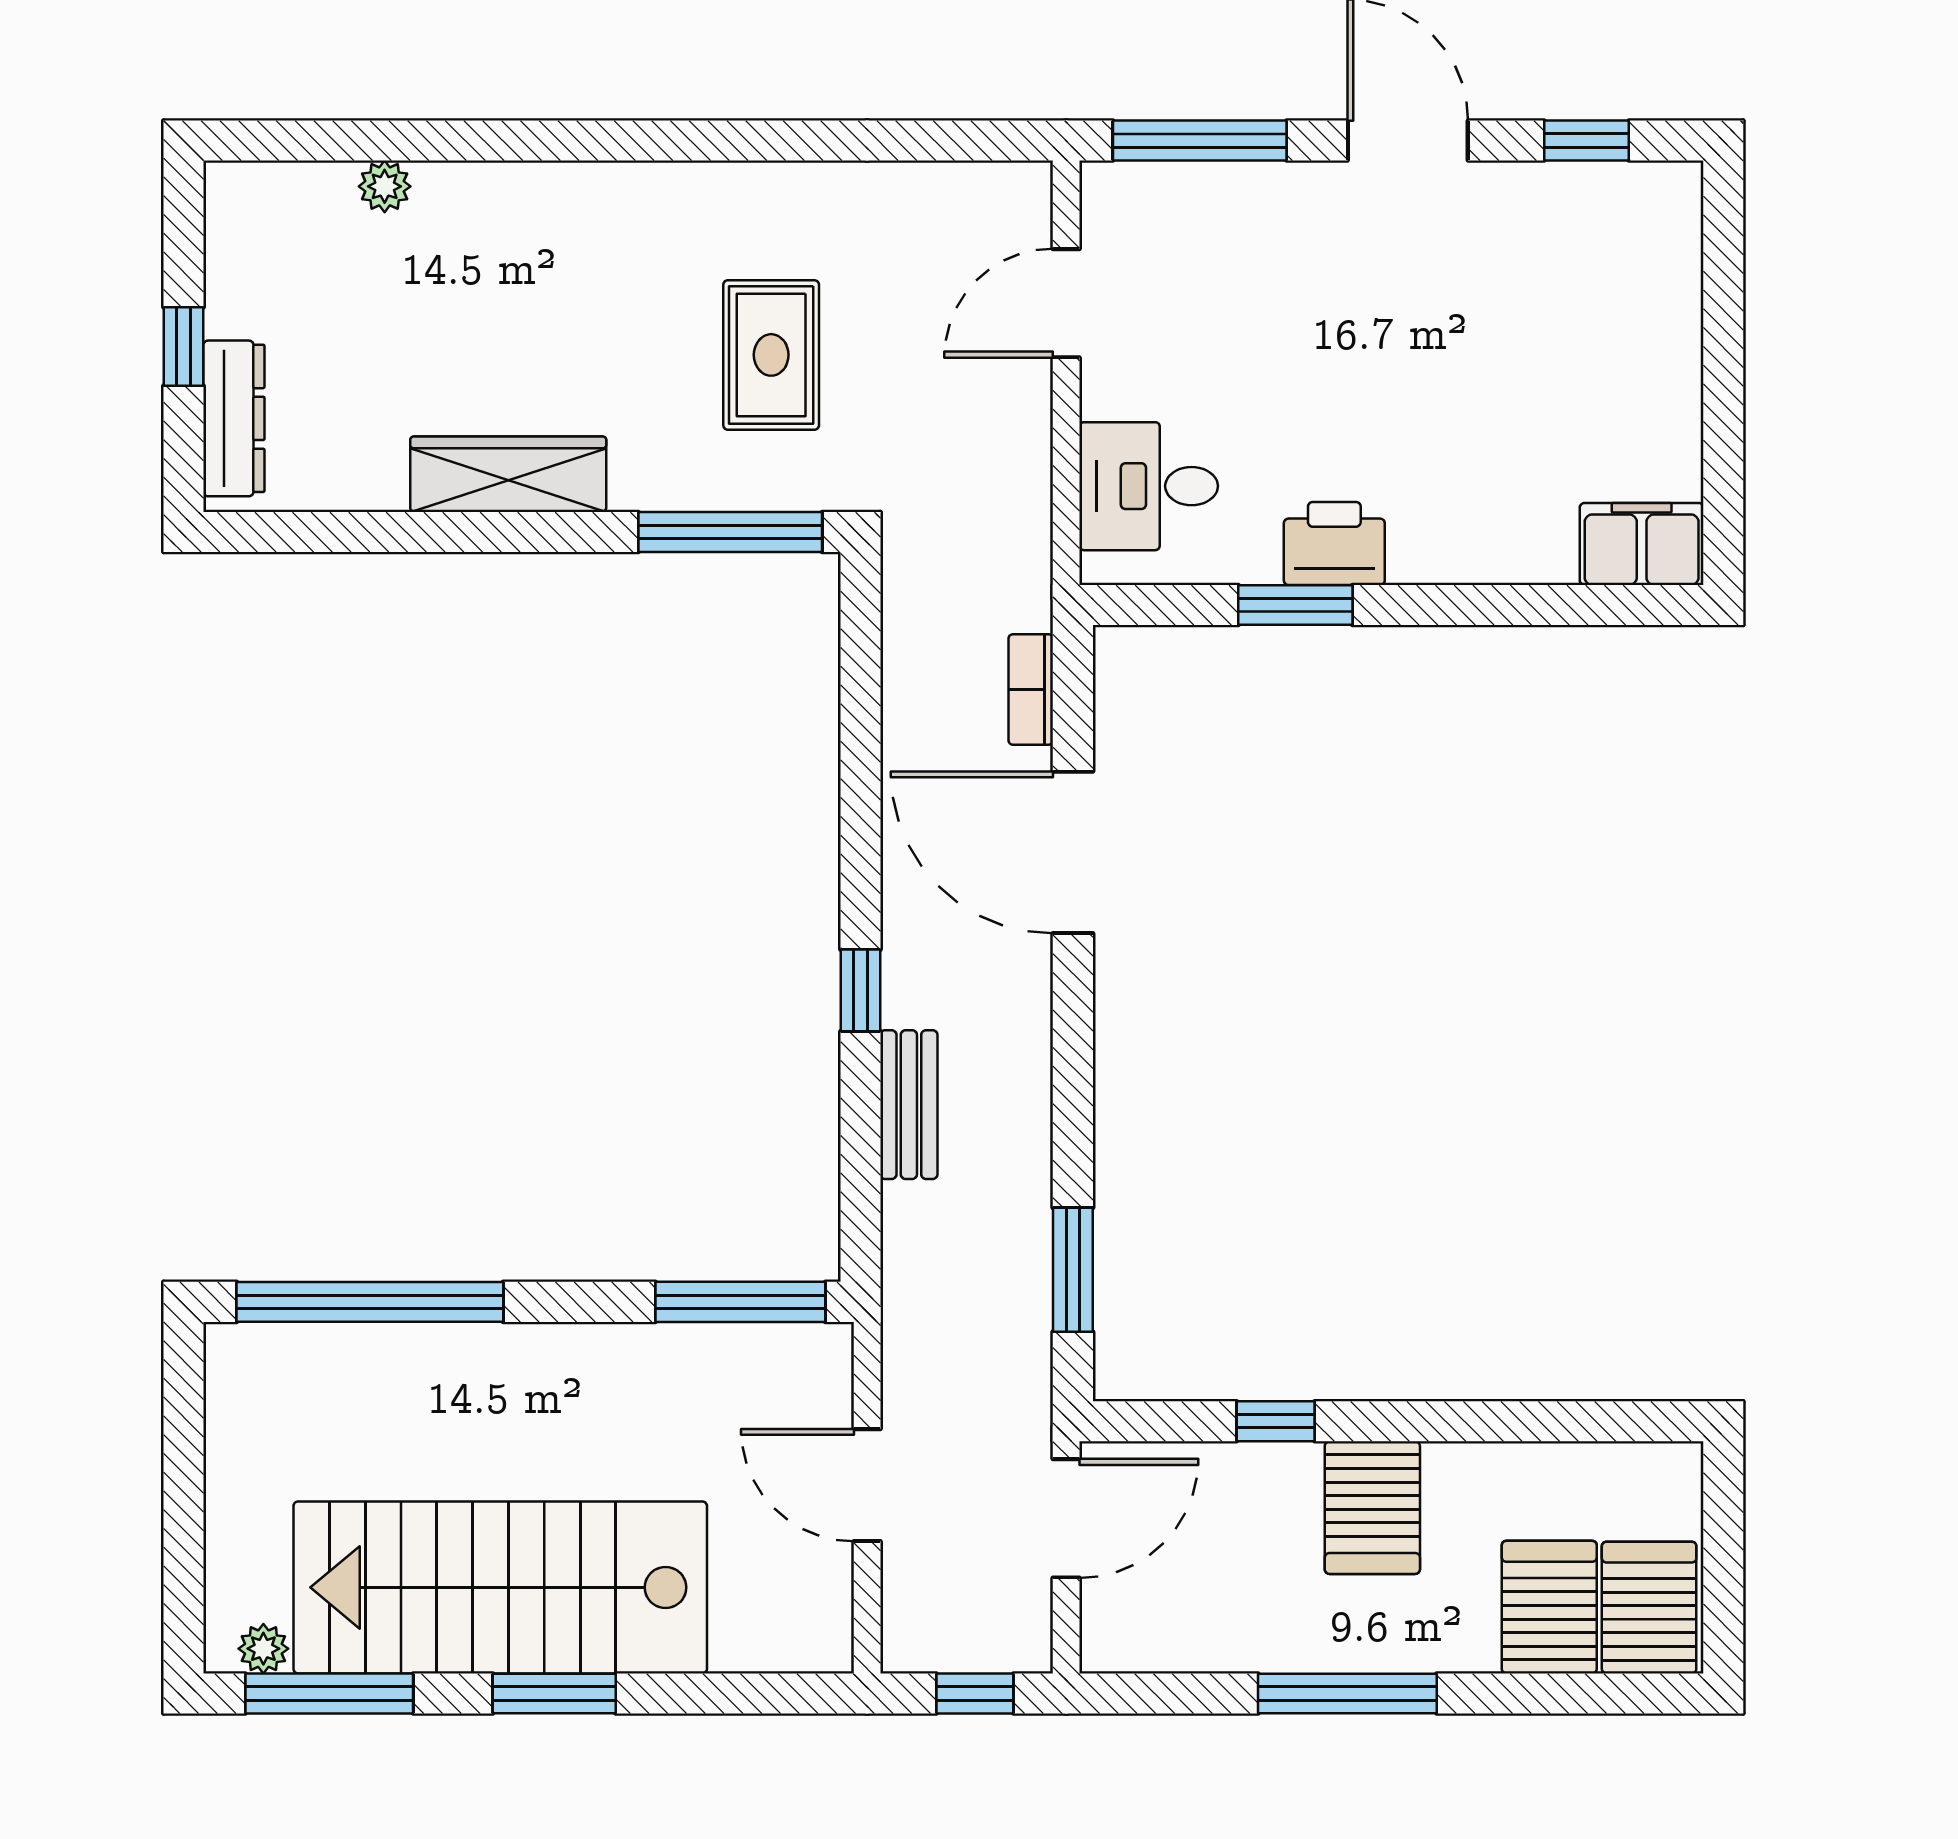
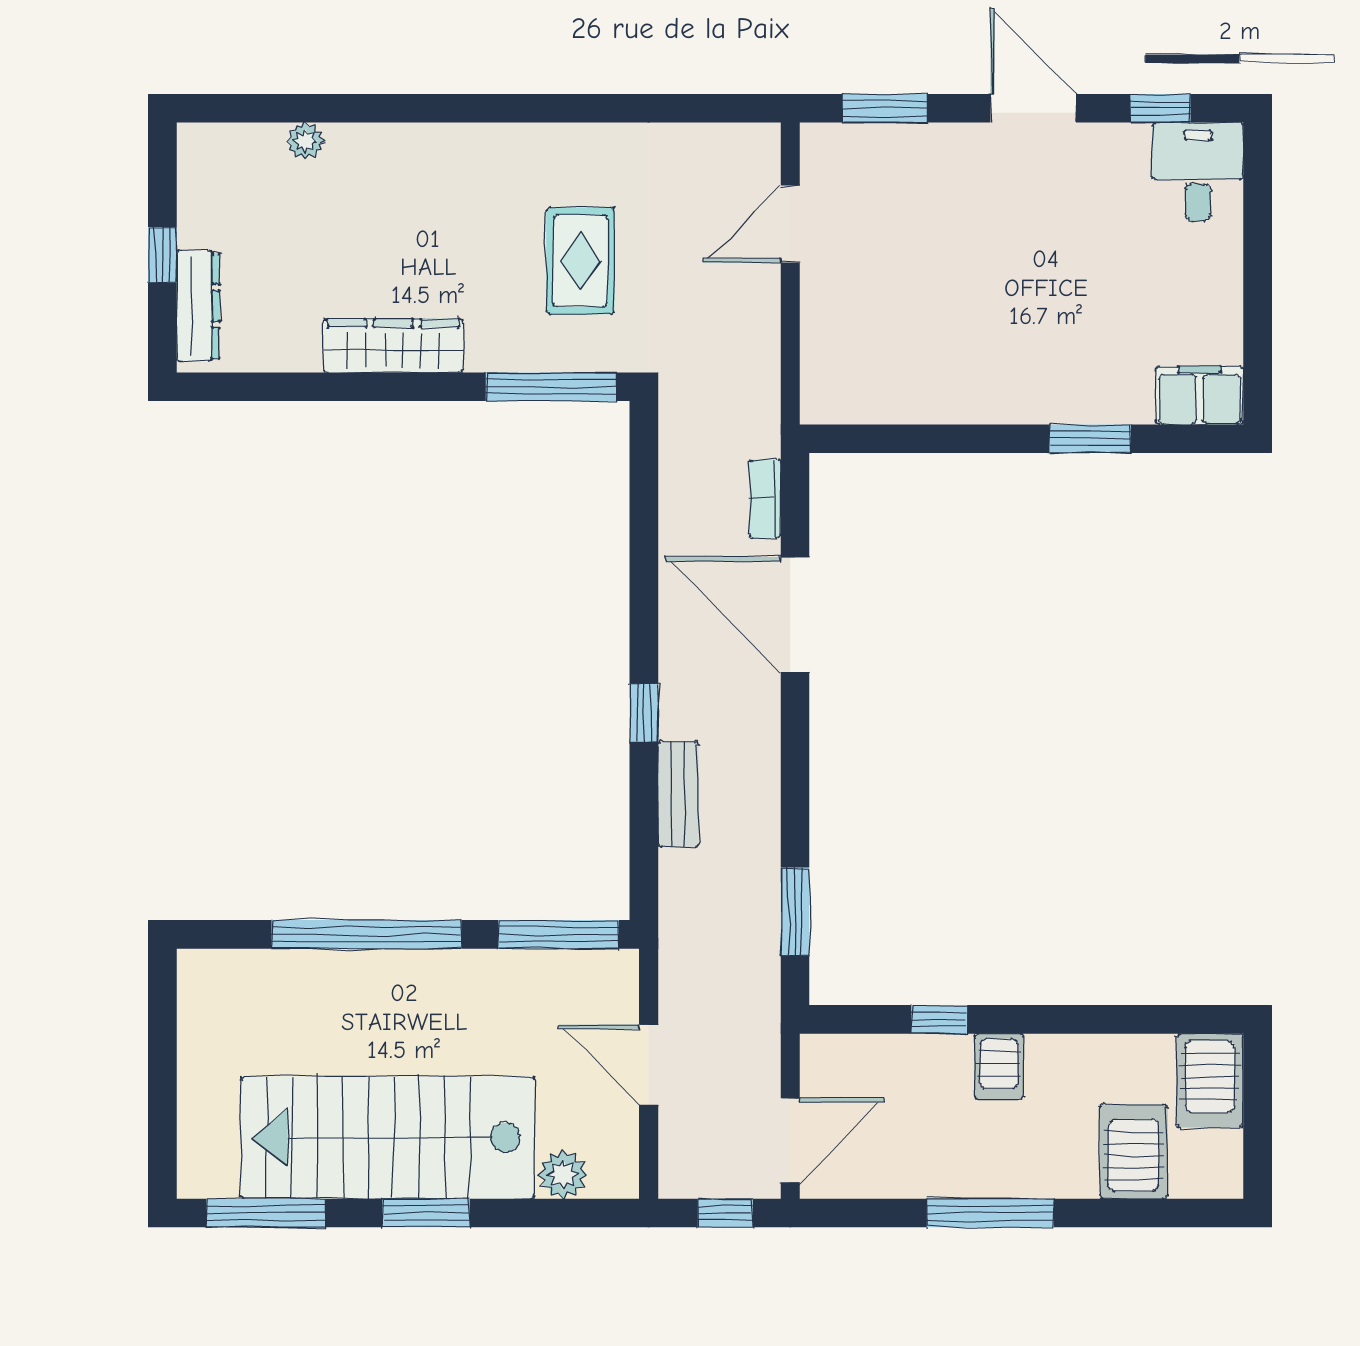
window: (1200, 140) -> (885, 108), width x0.69
desk: (1149, 486) -> (1198, 172), moved, turned 90
printer: (1334, 543) -> (981, 395), removed
window: (1295, 605) -> (1090, 439), moved
window: (370, 1302) -> (366, 934), moved
server rack: (1372, 1508) -> (999, 1066), width x0.73, depth x0.70
door: (1066, 1518) -> (790, 1140), moved
server rack: (1649, 1608) -> (1210, 1080), moved, turned 180
plant: (263, 1649) -> (563, 1174), moved, width x1.38, depth x1.38

